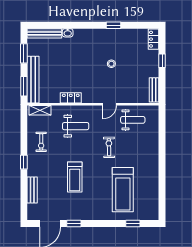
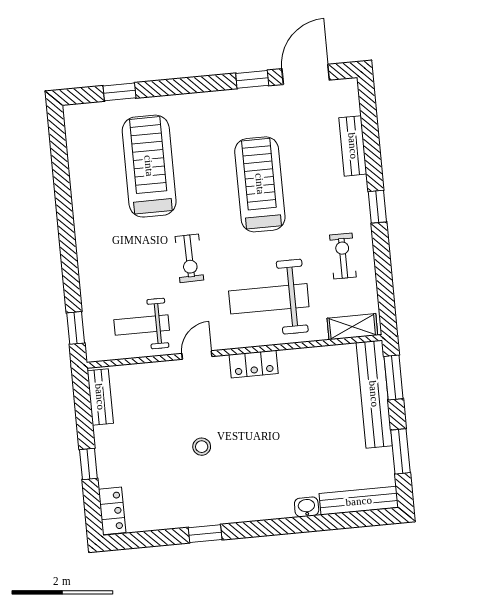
locker: (71, 98) -> (254, 364), moved
window: (162, 121) -> (76, 328), added
weight bench: (76, 126) -> (269, 299), width x1.36, depth x1.33
treadmill: (75, 177) -> (260, 184), width x1.37, depth x1.38

